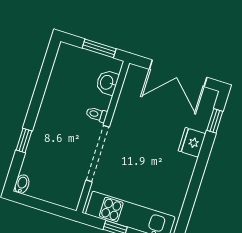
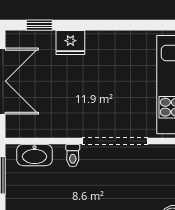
washbasin: (107, 82) -> (35, 155), width x1.38

